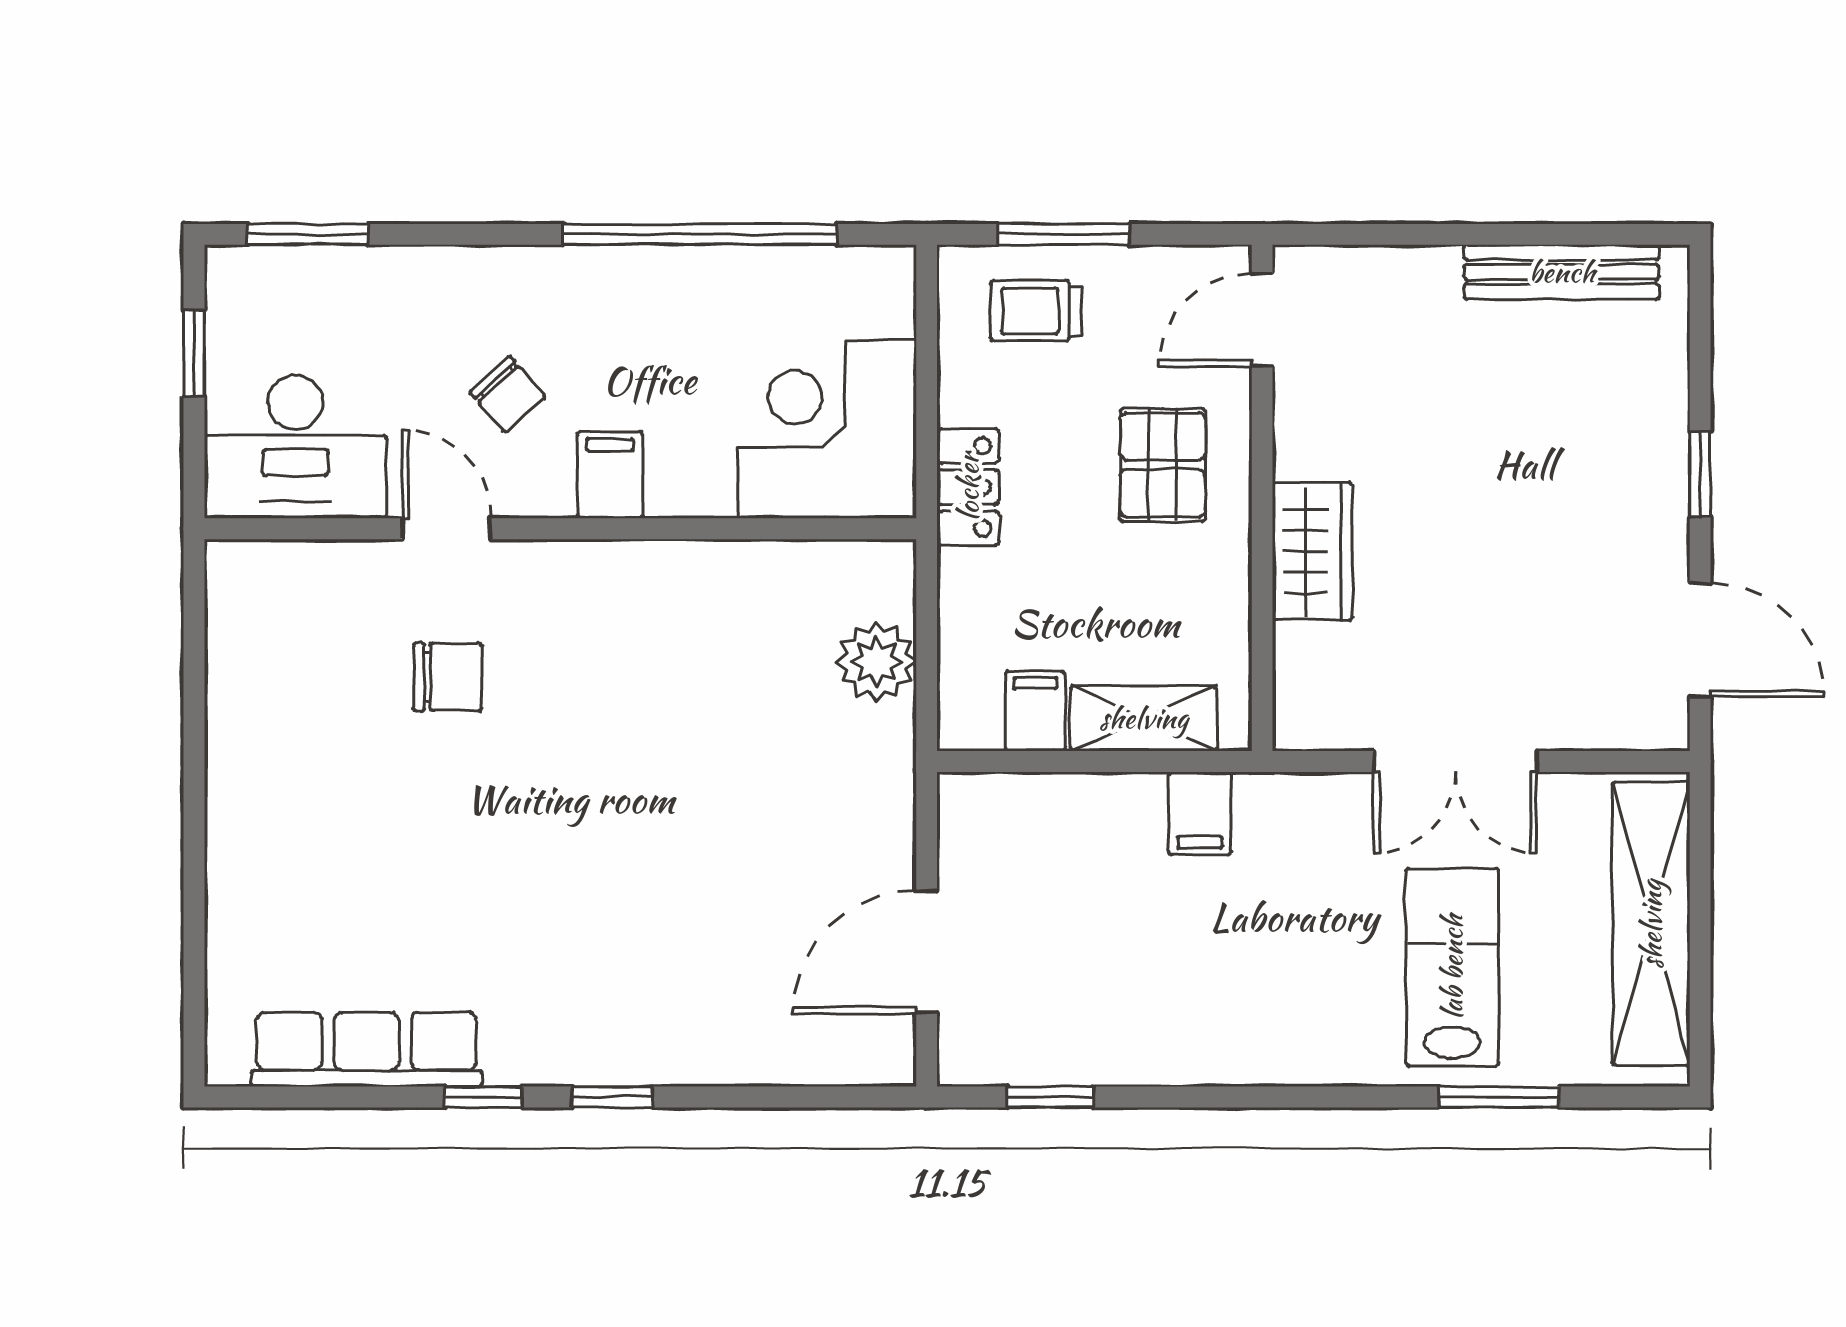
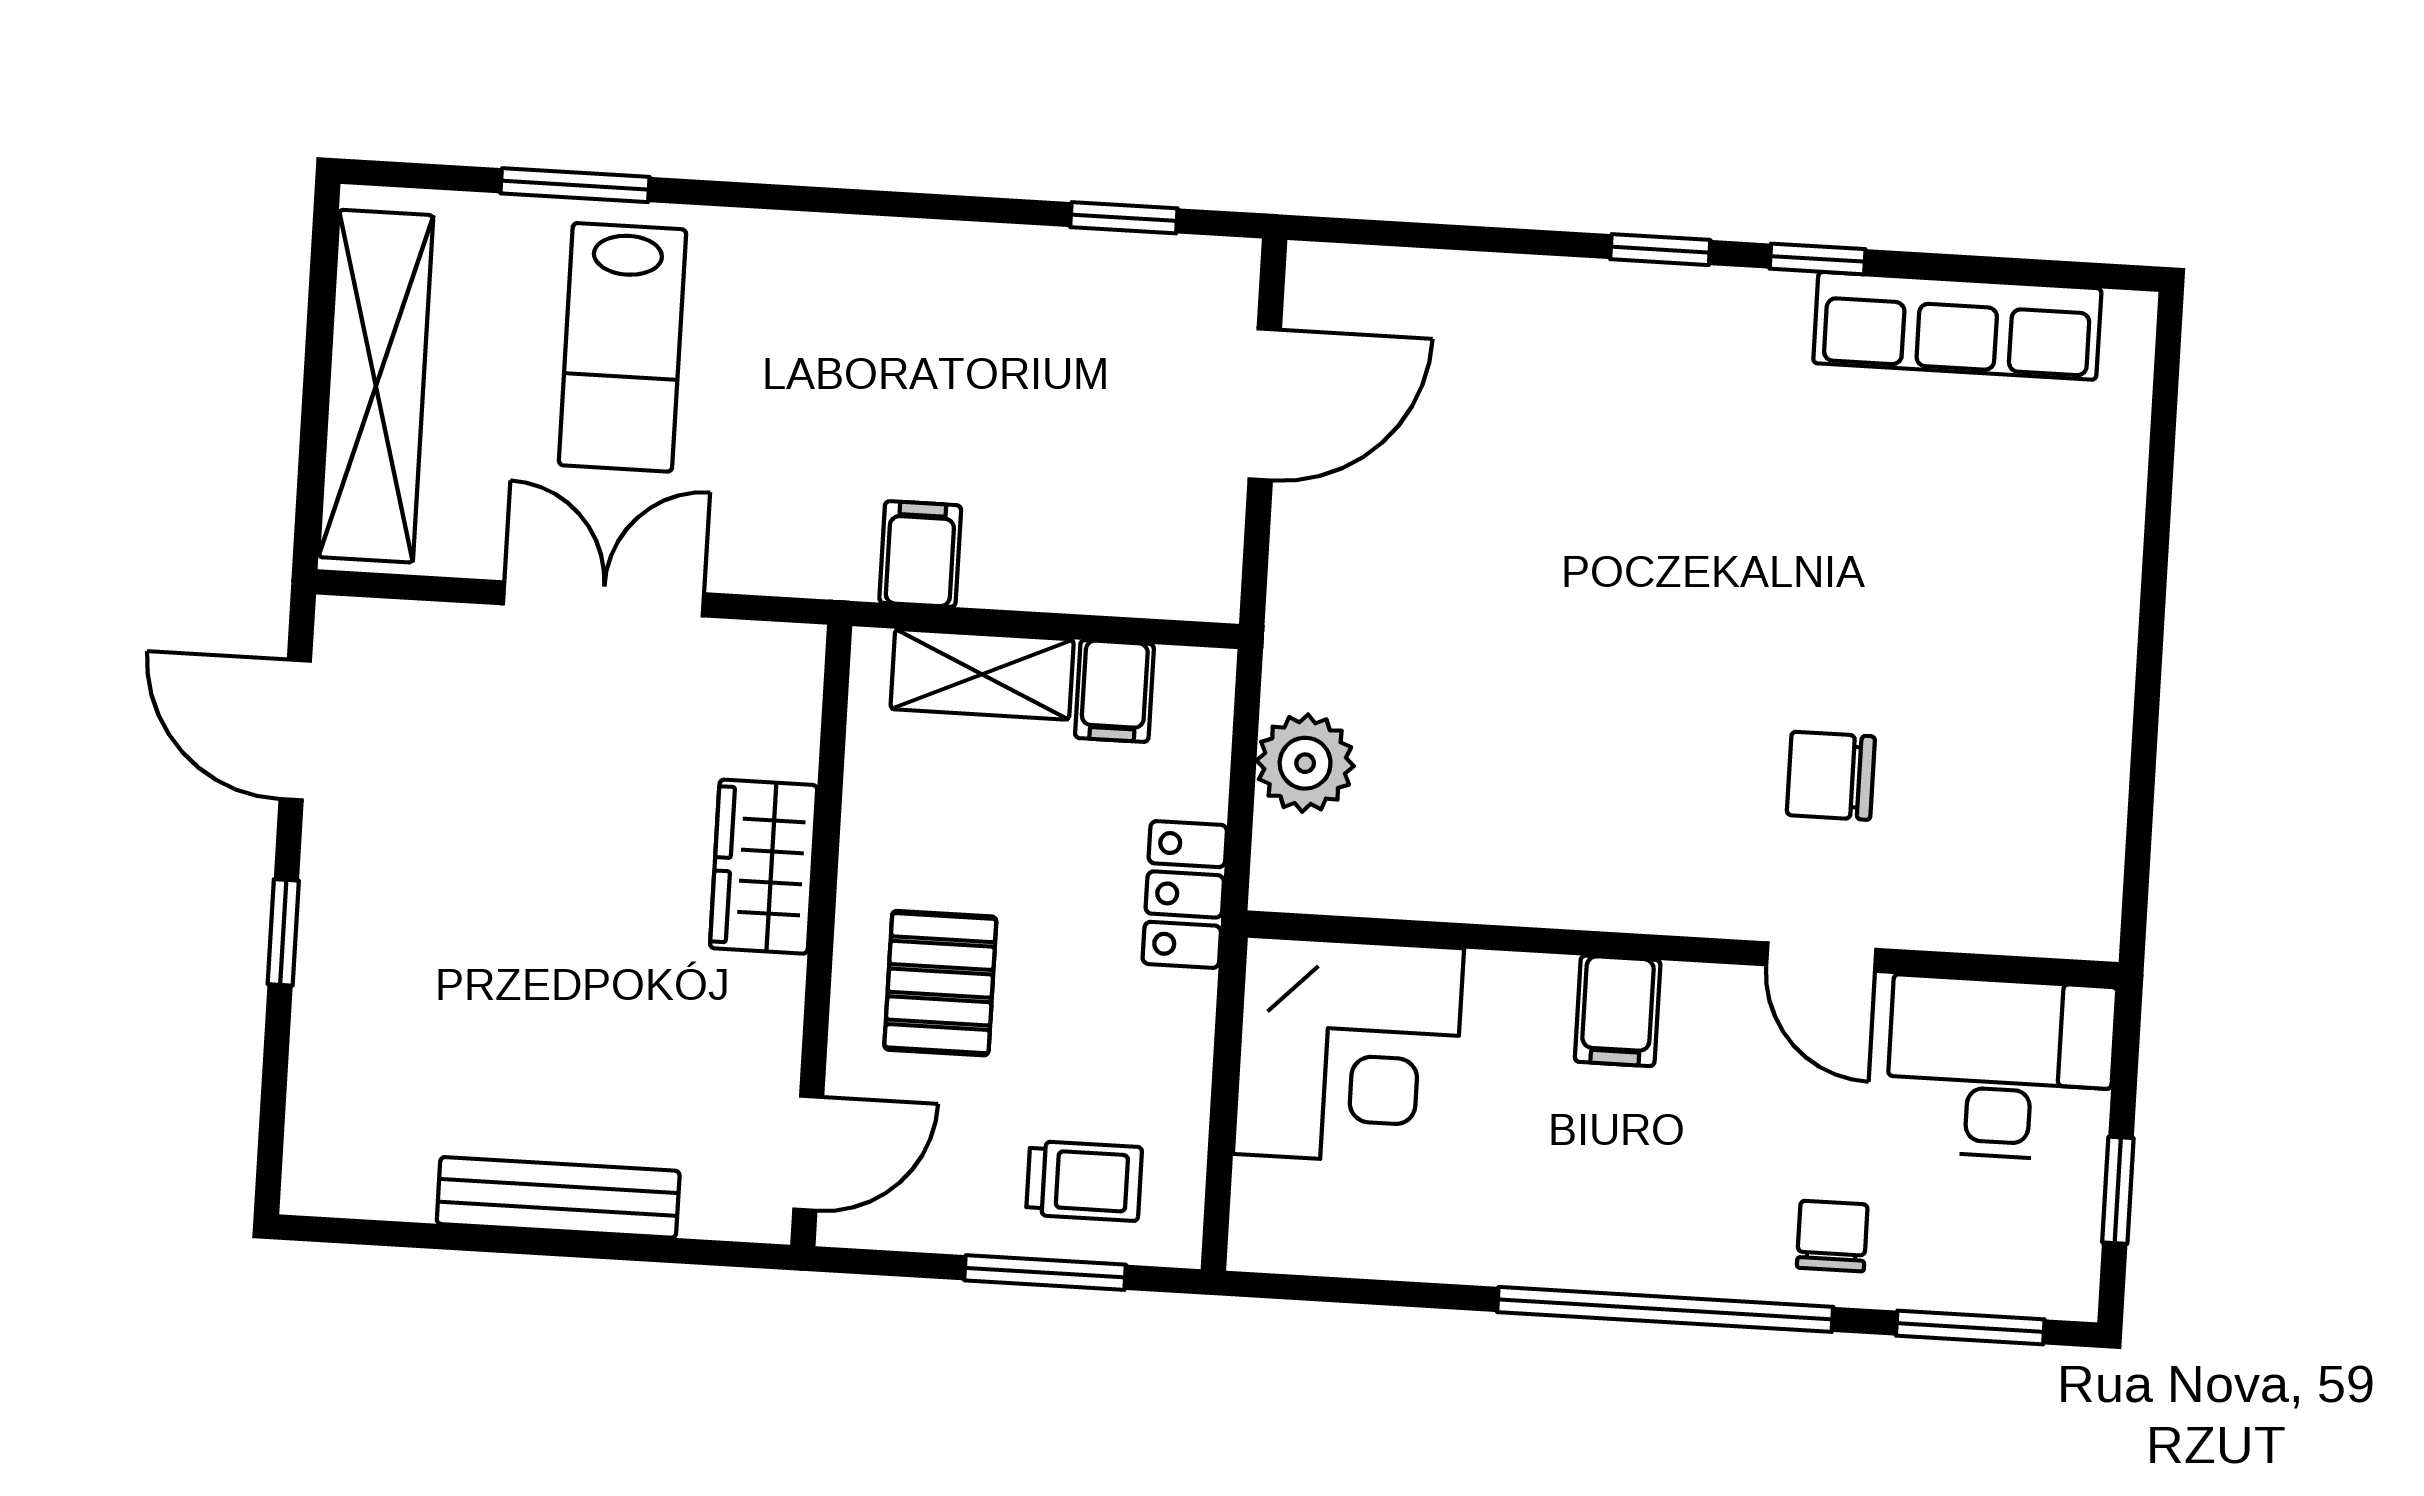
window: (700, 234) -> (1665, 1309), moved
bench: (1562, 272) -> (558, 1197), moved
chair: (508, 394) -> (1832, 1236), moved, turned 42
locker: (968, 487) -> (1185, 894), moved

